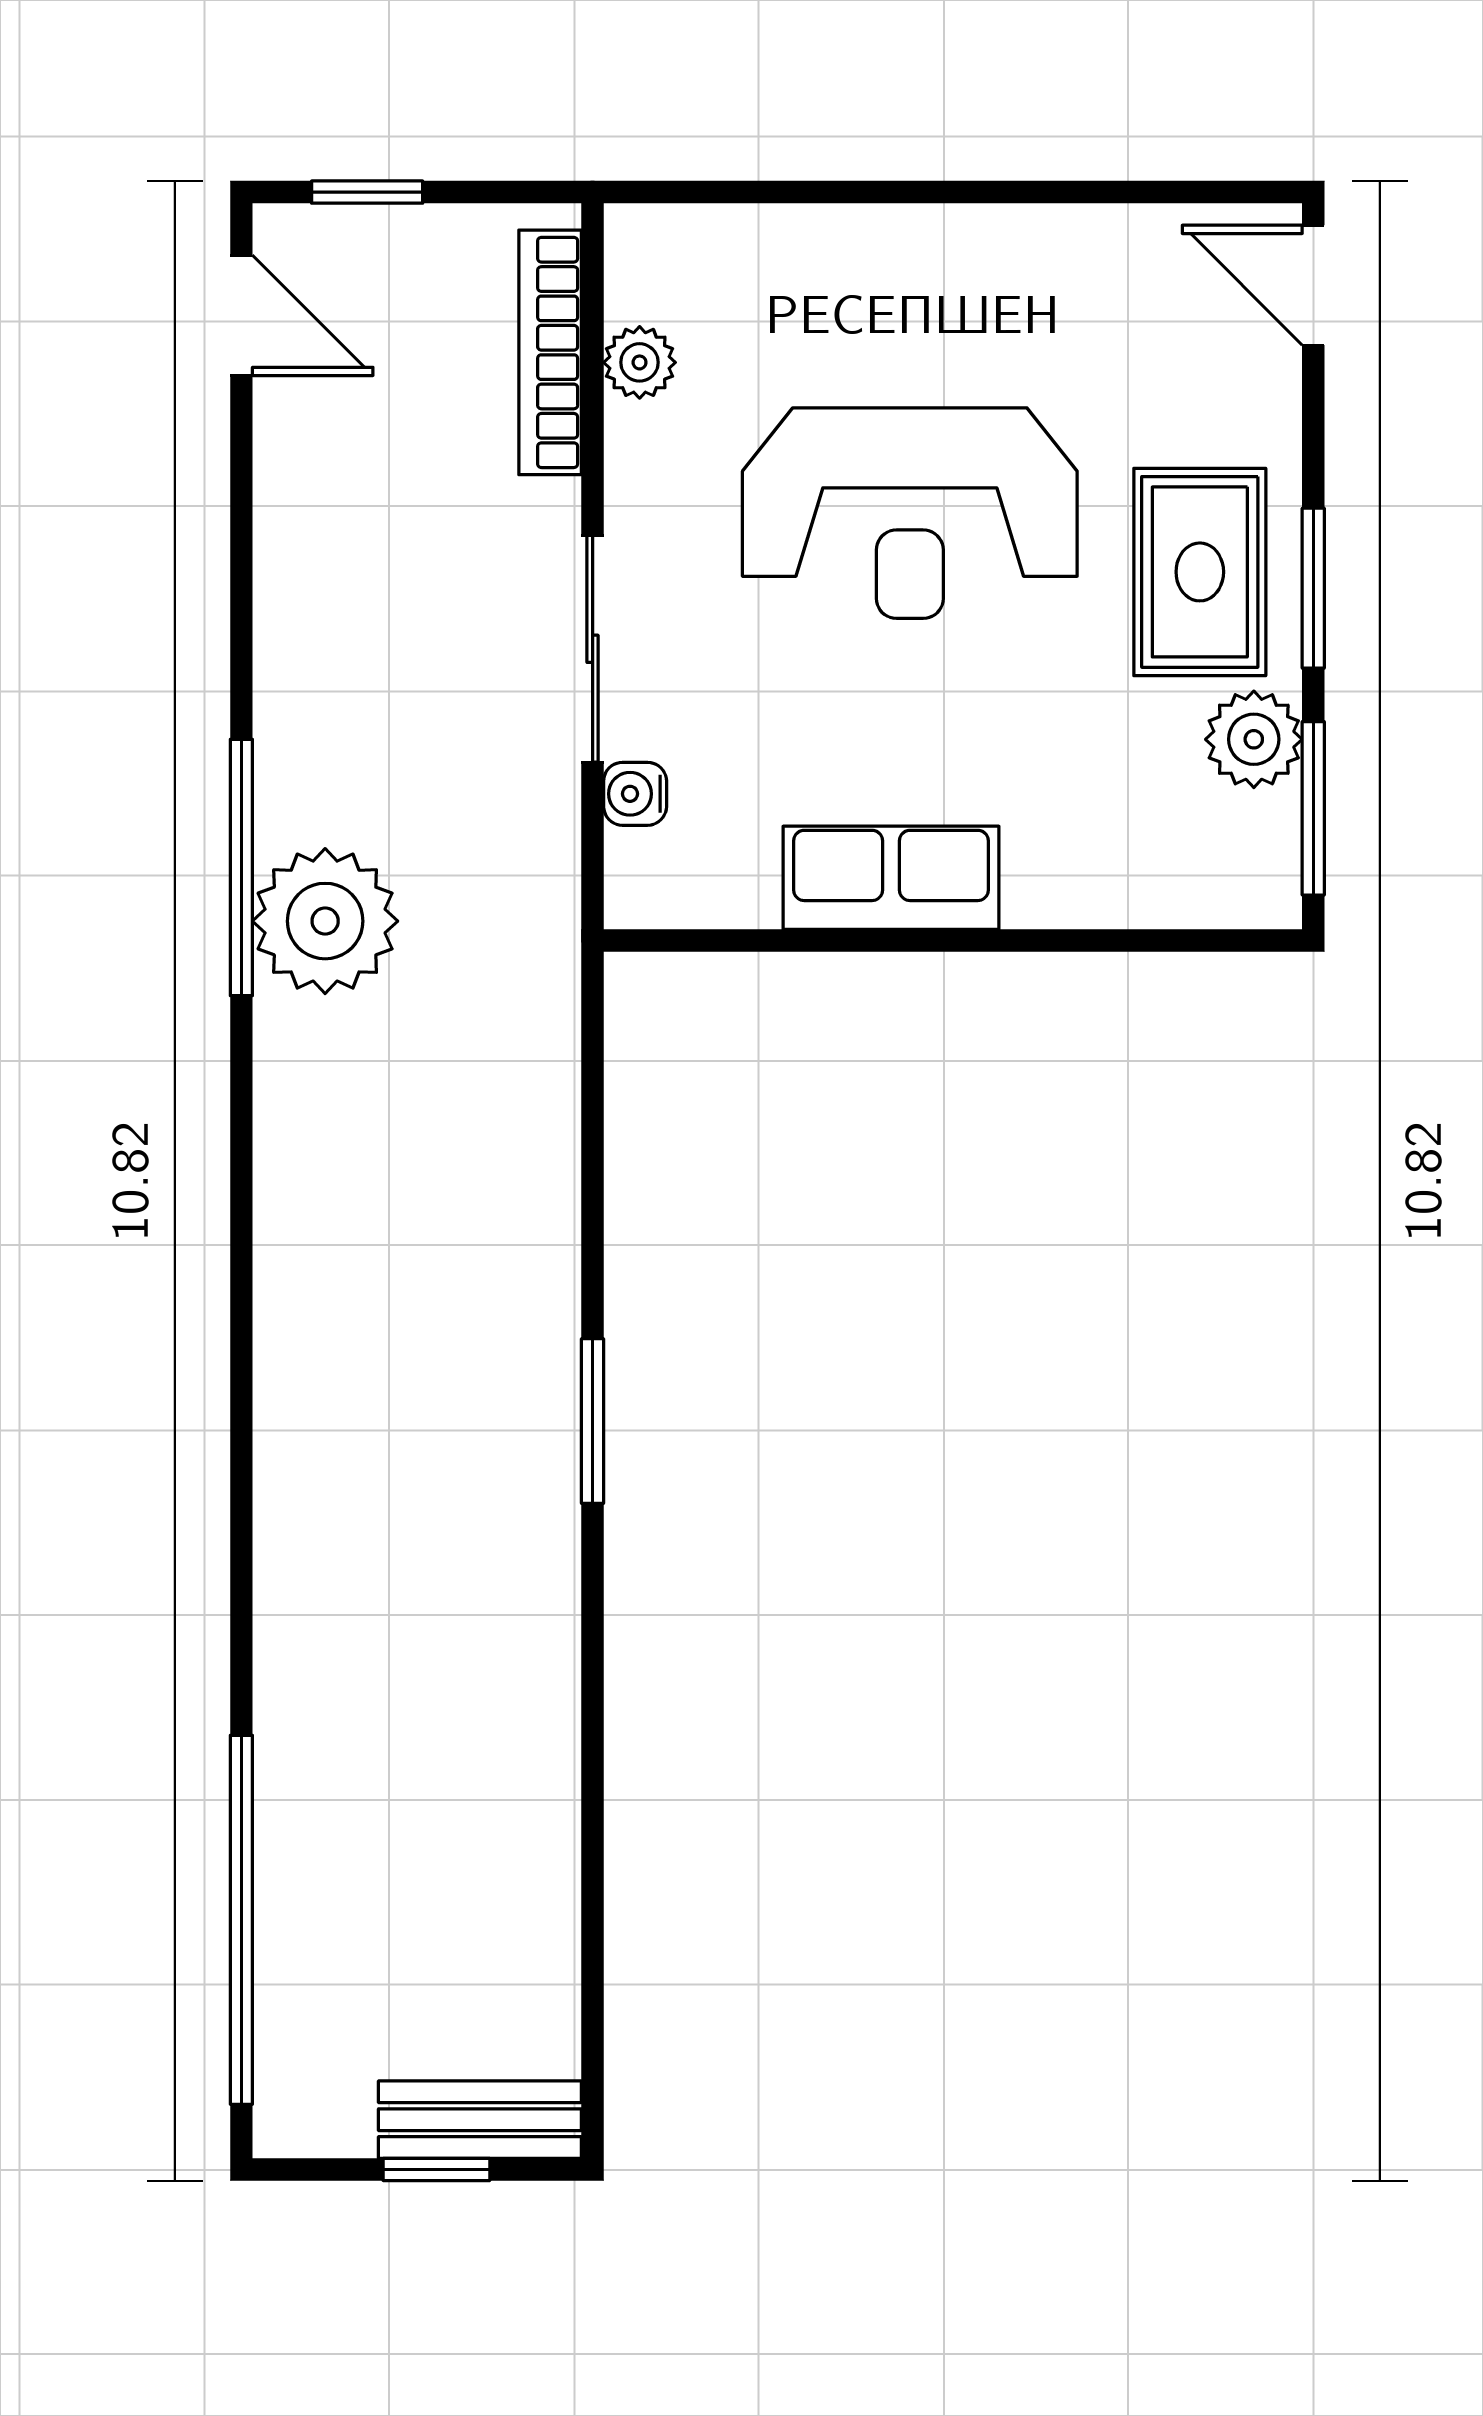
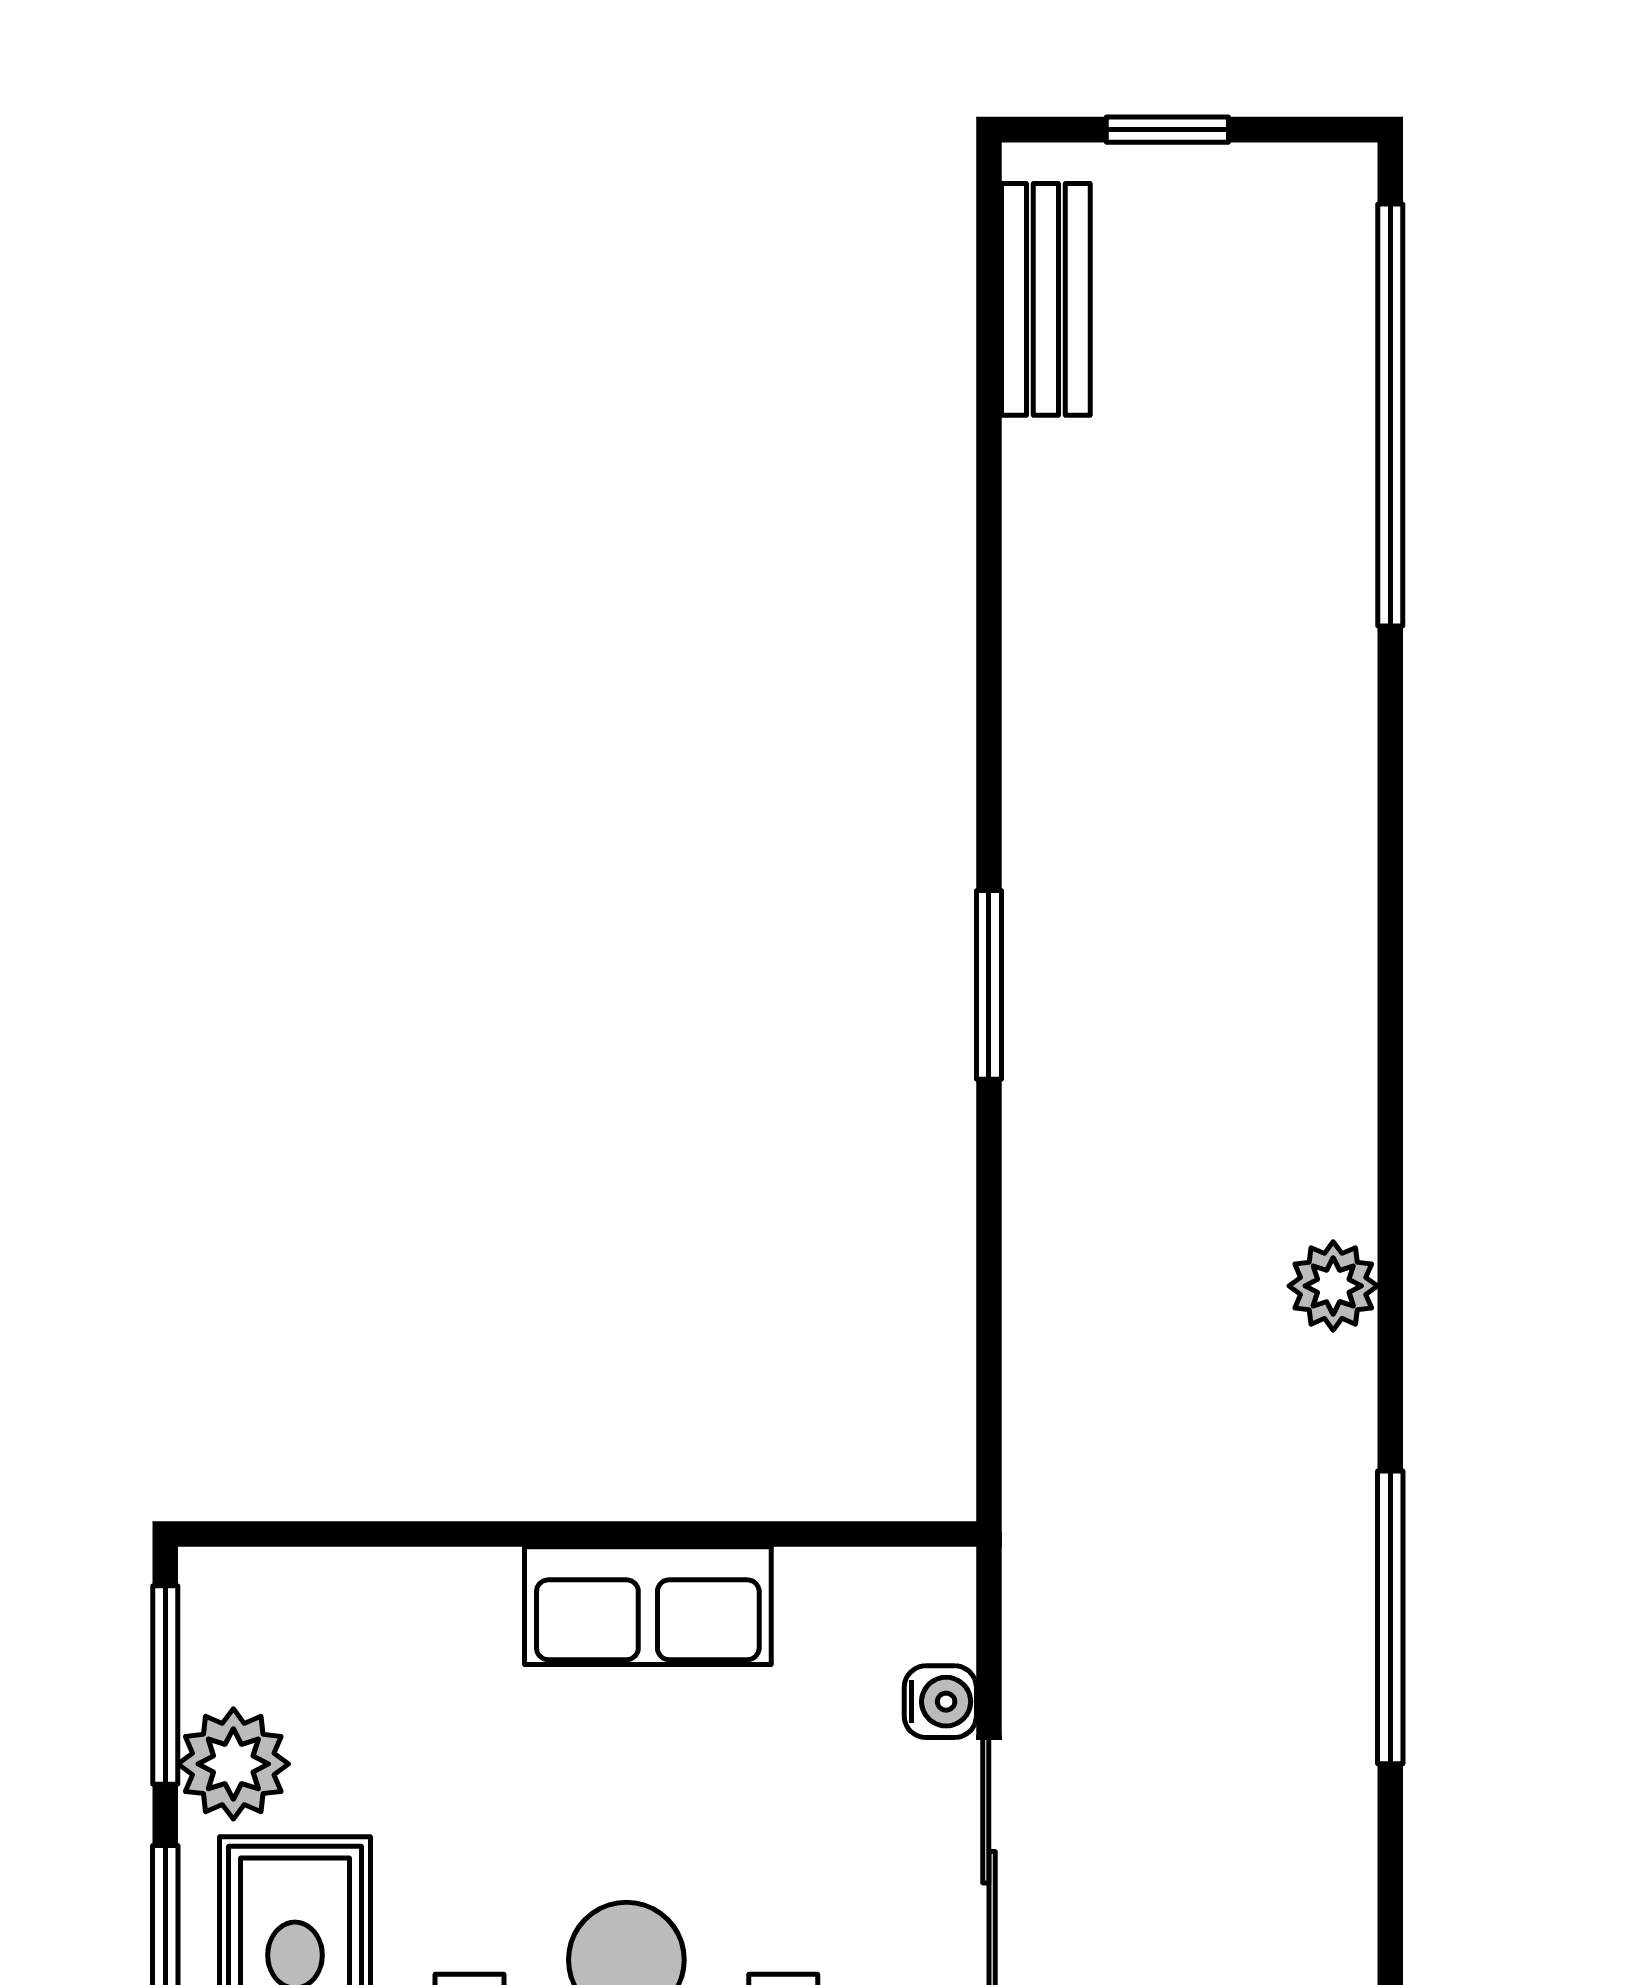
plant: (325, 921) -> (1333, 1286), moved, width x0.53, depth x0.53
bench: (480, 2120) -> (1046, 299), moved, turned 90

